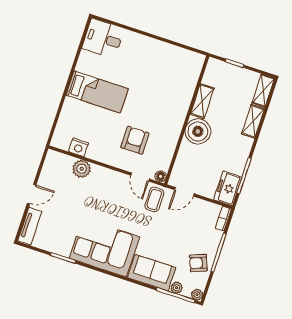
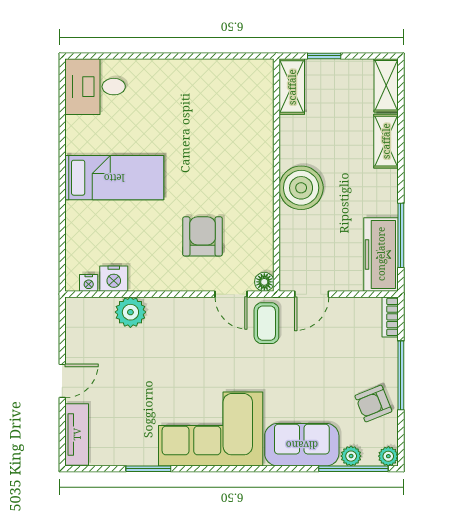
shelving: (202, 101) -> (292, 87), moved
nightstand: (64, 145) -> (89, 283), added
freezer: (228, 188) -> (381, 254), width x1.40

